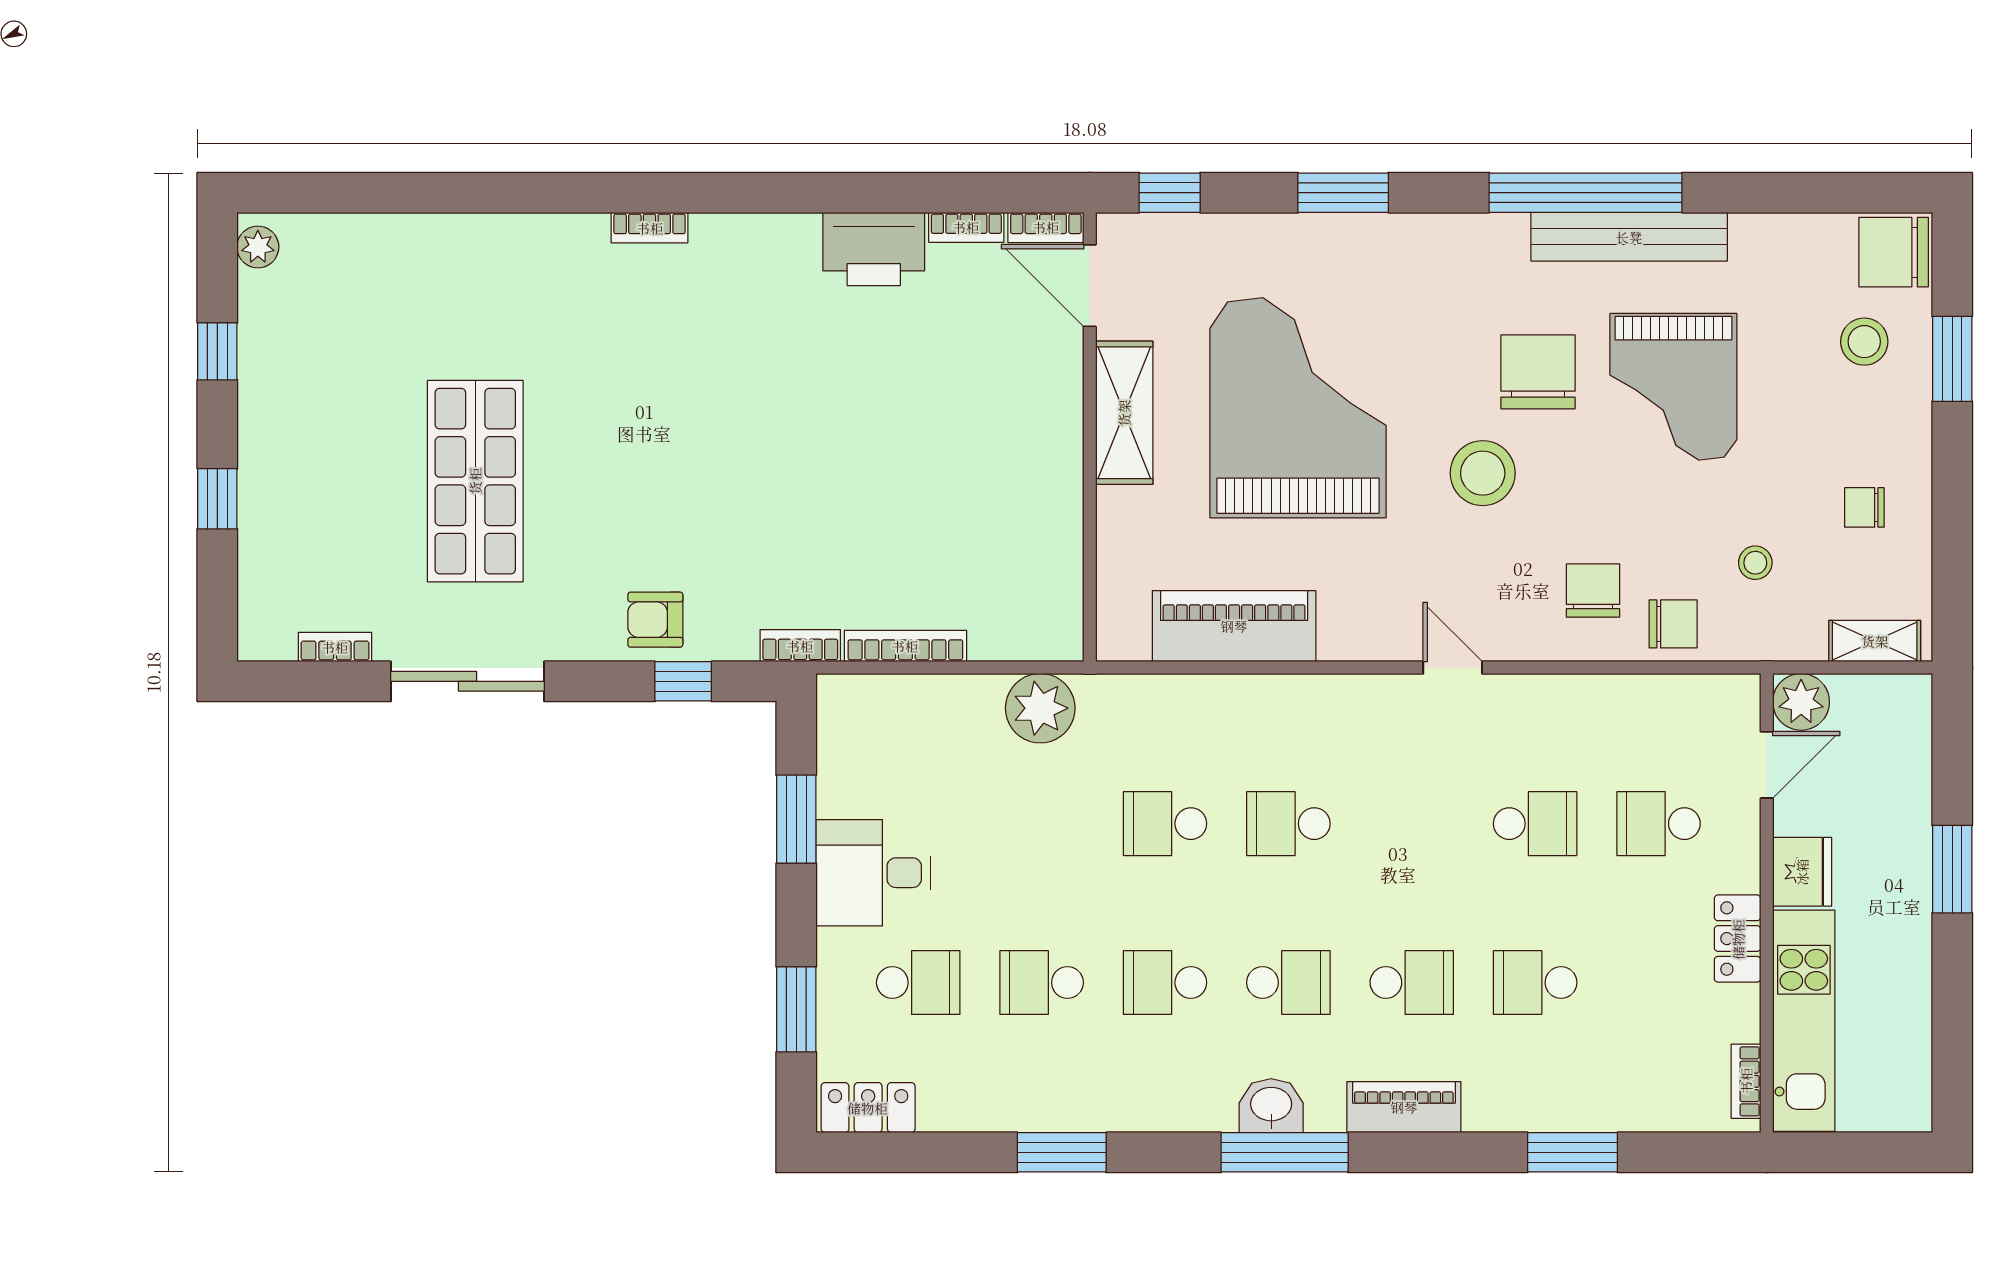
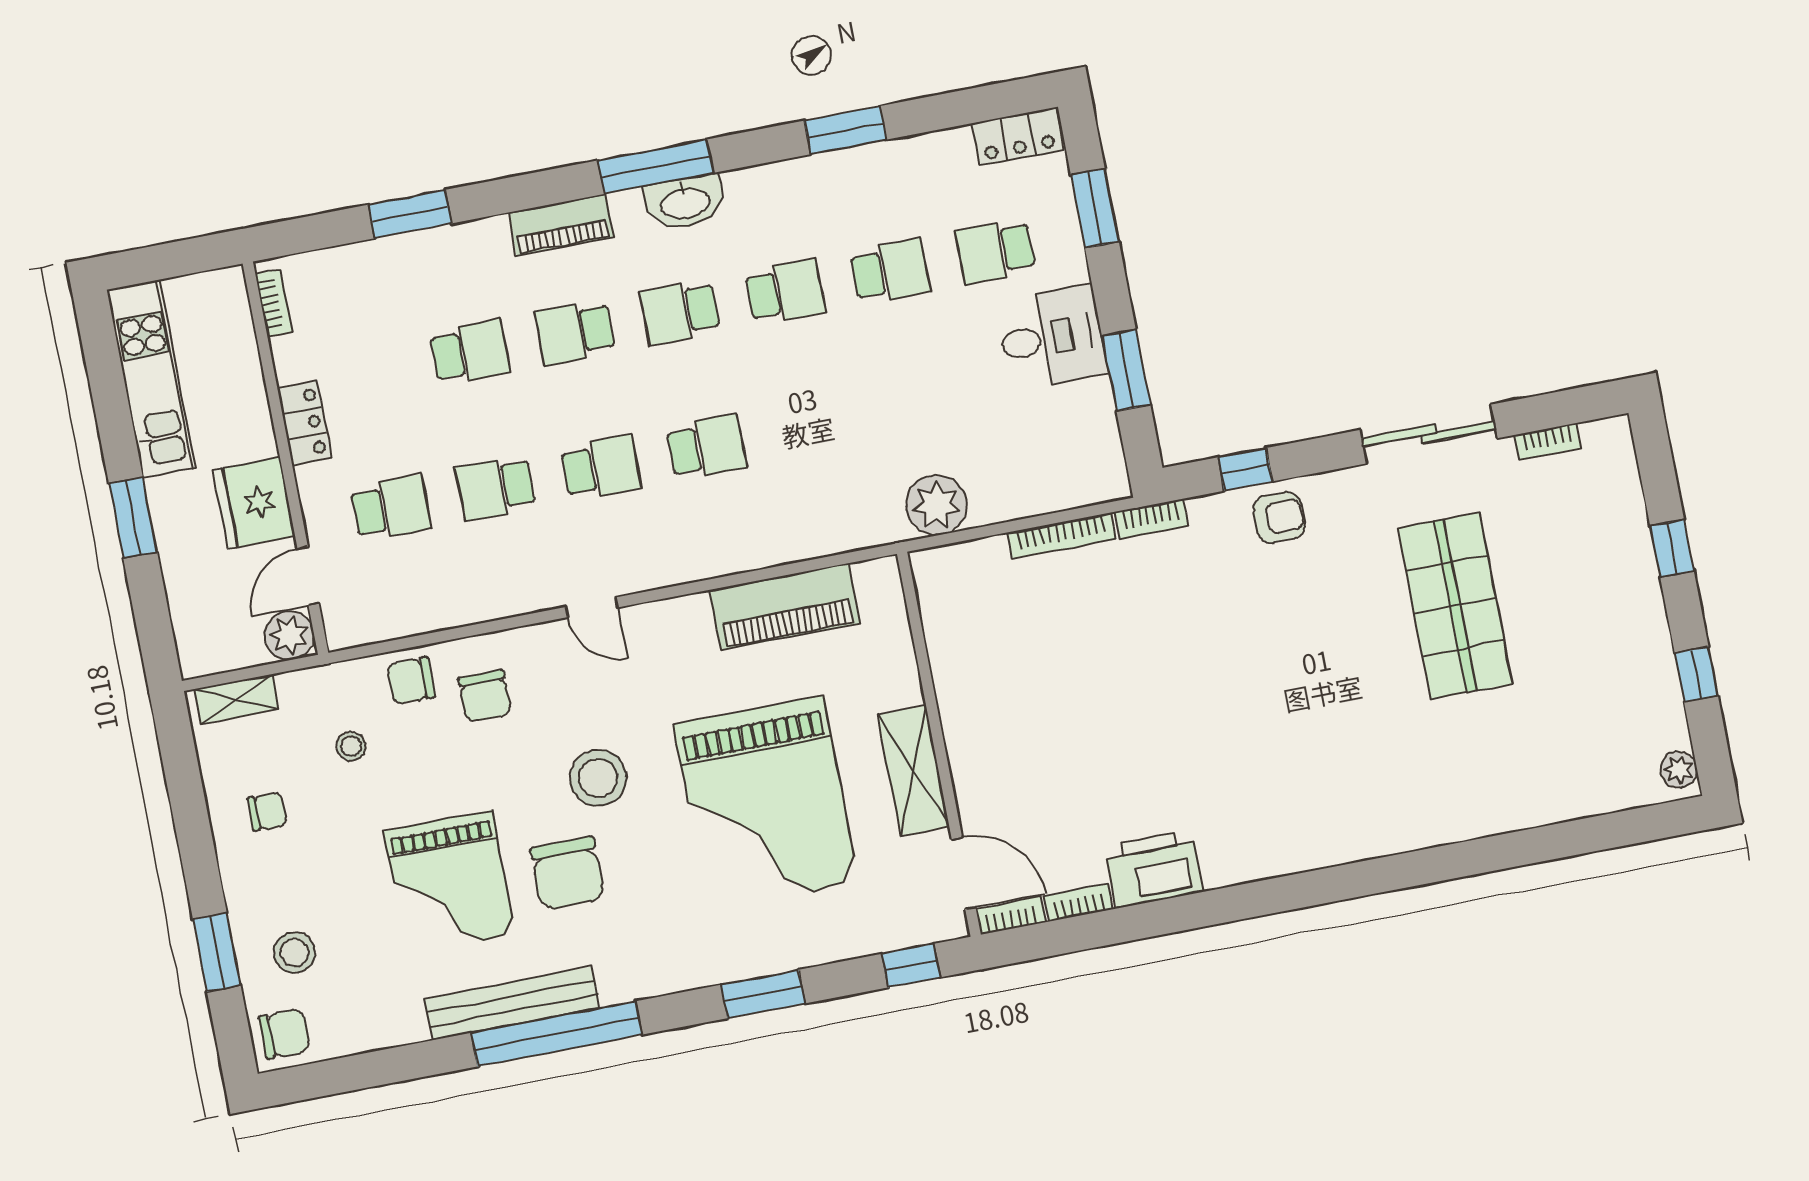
bookcase: (650, 228) -> (1348, 850), removed
chair: (1894, 252) -> (284, 1034), width x0.73, depth x0.73
grand piano: (1673, 387) -> (450, 883), turned 180
school desk: (1165, 824) -> (601, 468), moved
fridge: (1802, 872) -> (254, 503), width x1.36, depth x1.34
kitchen unit: (1804, 1021) -> (151, 379), moved, turned 180
washbasin: (1271, 1106) -> (685, 202), width x1.38

